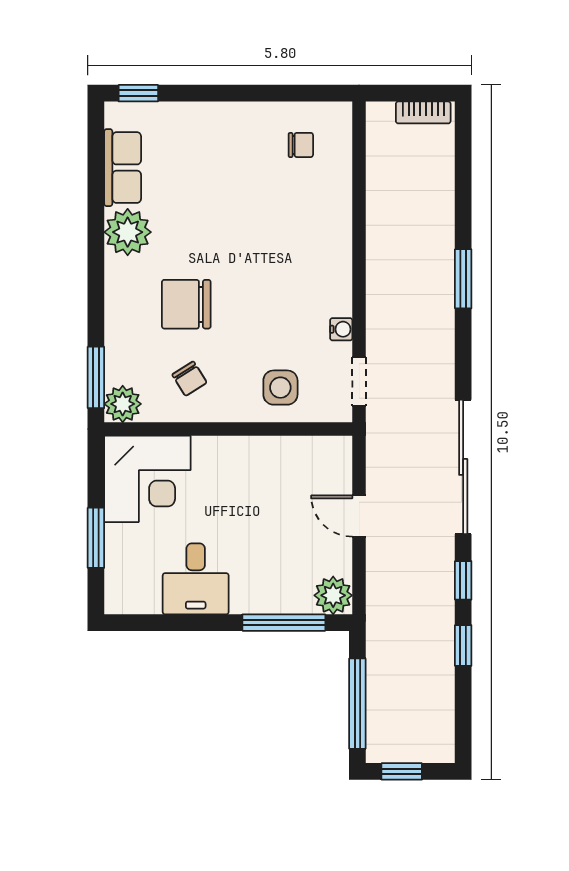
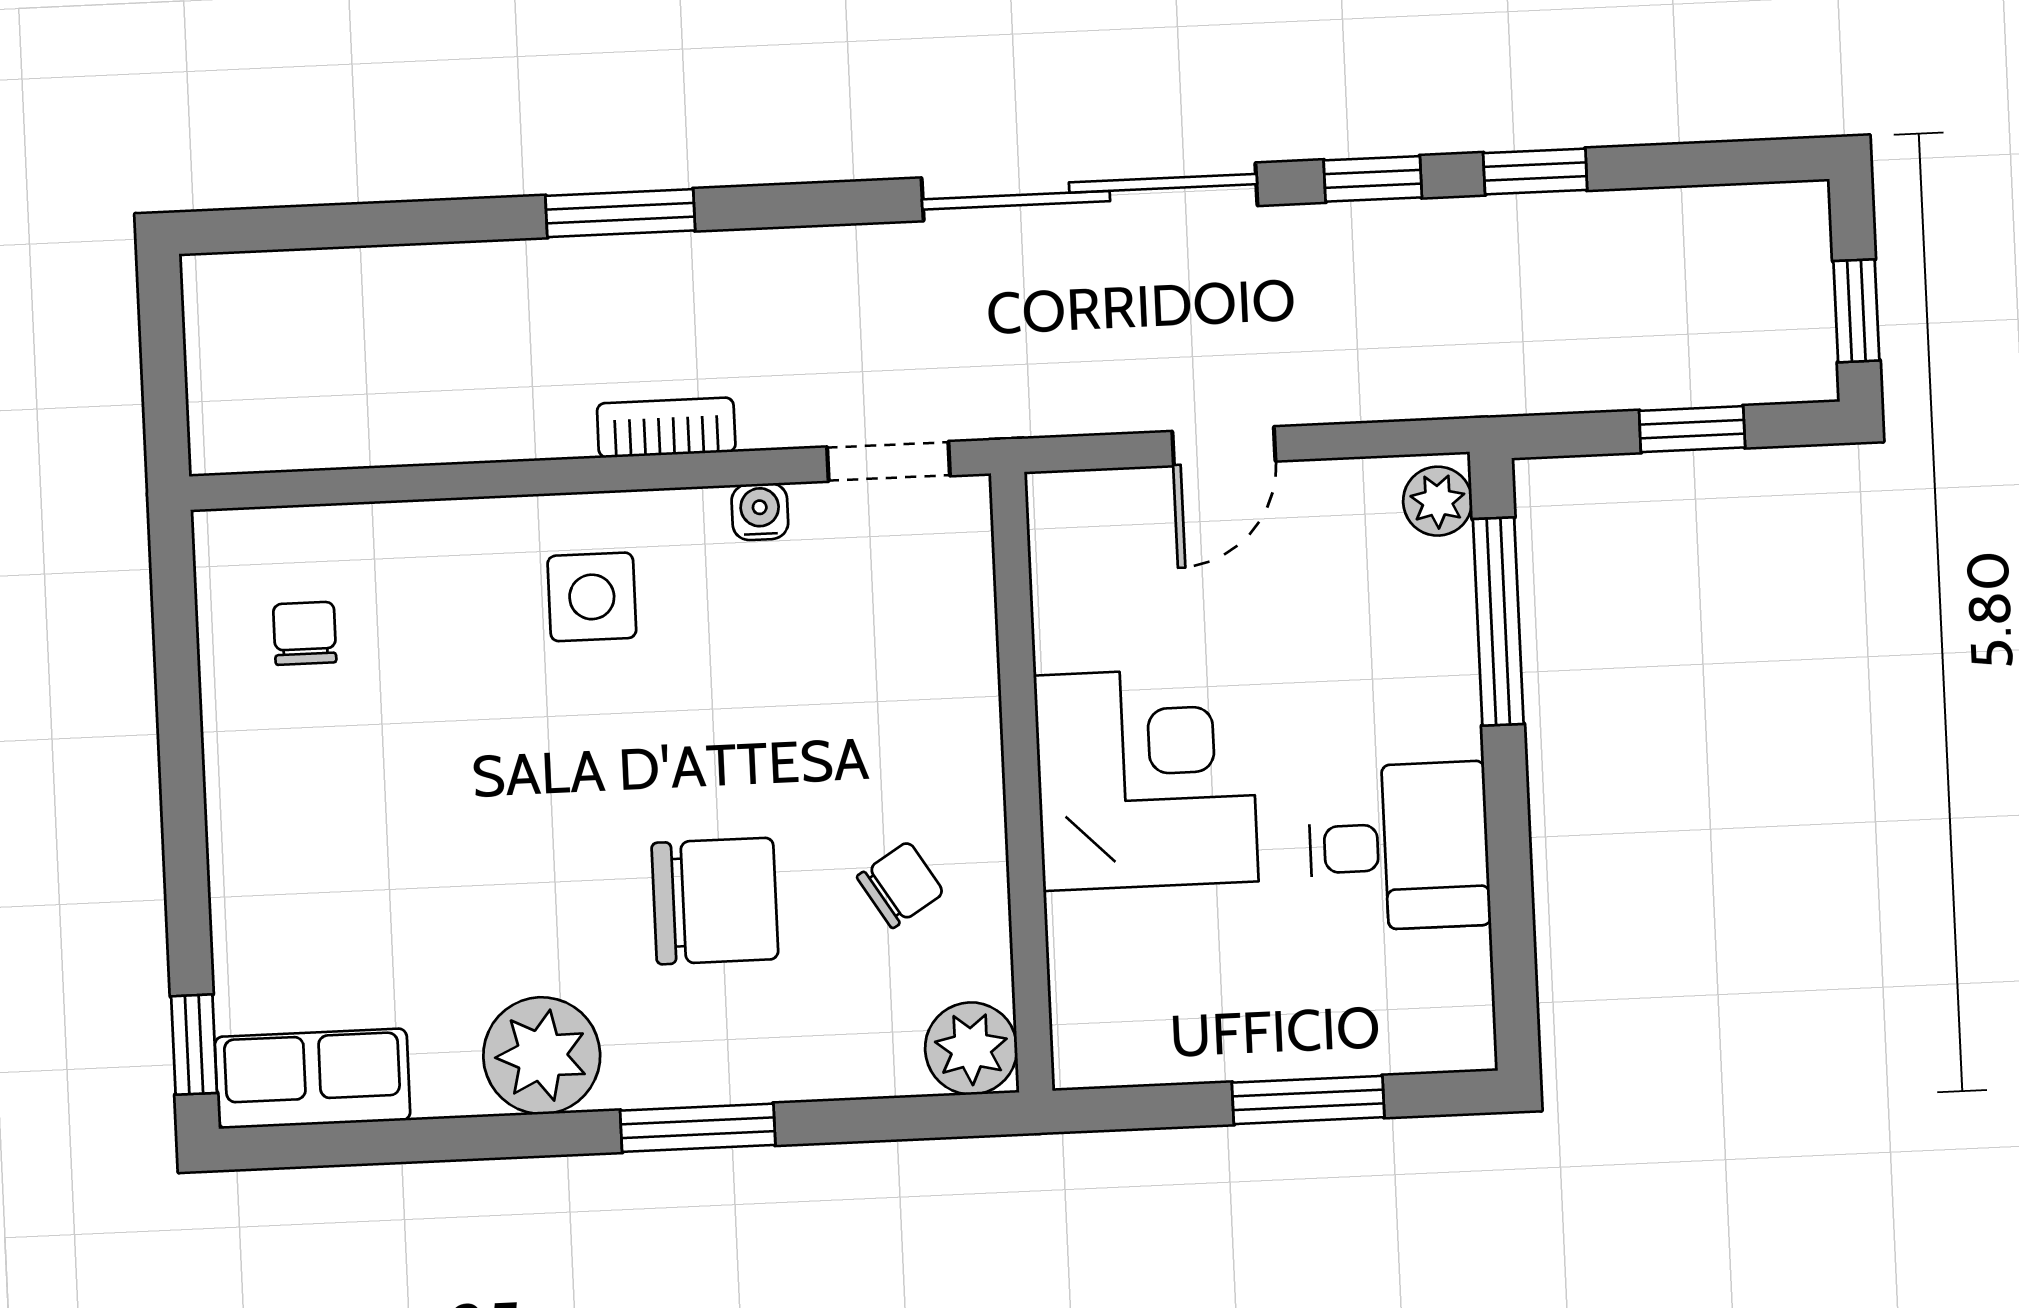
bookcase: (423, 112) -> (666, 428), moved, turned -90
row of seats: (123, 168) -> (312, 1078), moved
chair: (186, 304) -> (715, 901), turned -90
window: (96, 377) -> (698, 1128), moved
side table: (280, 388) -> (592, 597), moved
corner desk: (147, 479) -> (1146, 778), moved
plant: (333, 595) -> (1438, 501), width x0.73, depth x0.73
window: (357, 704) -> (1692, 429), width x0.46

